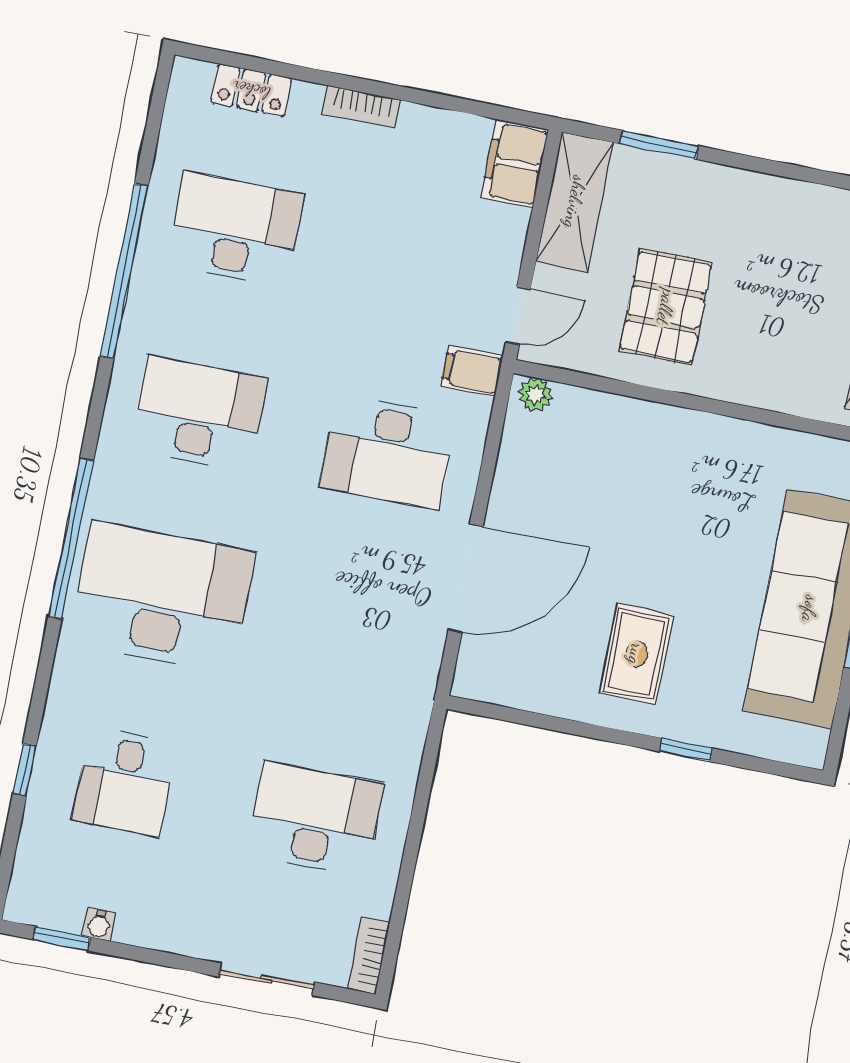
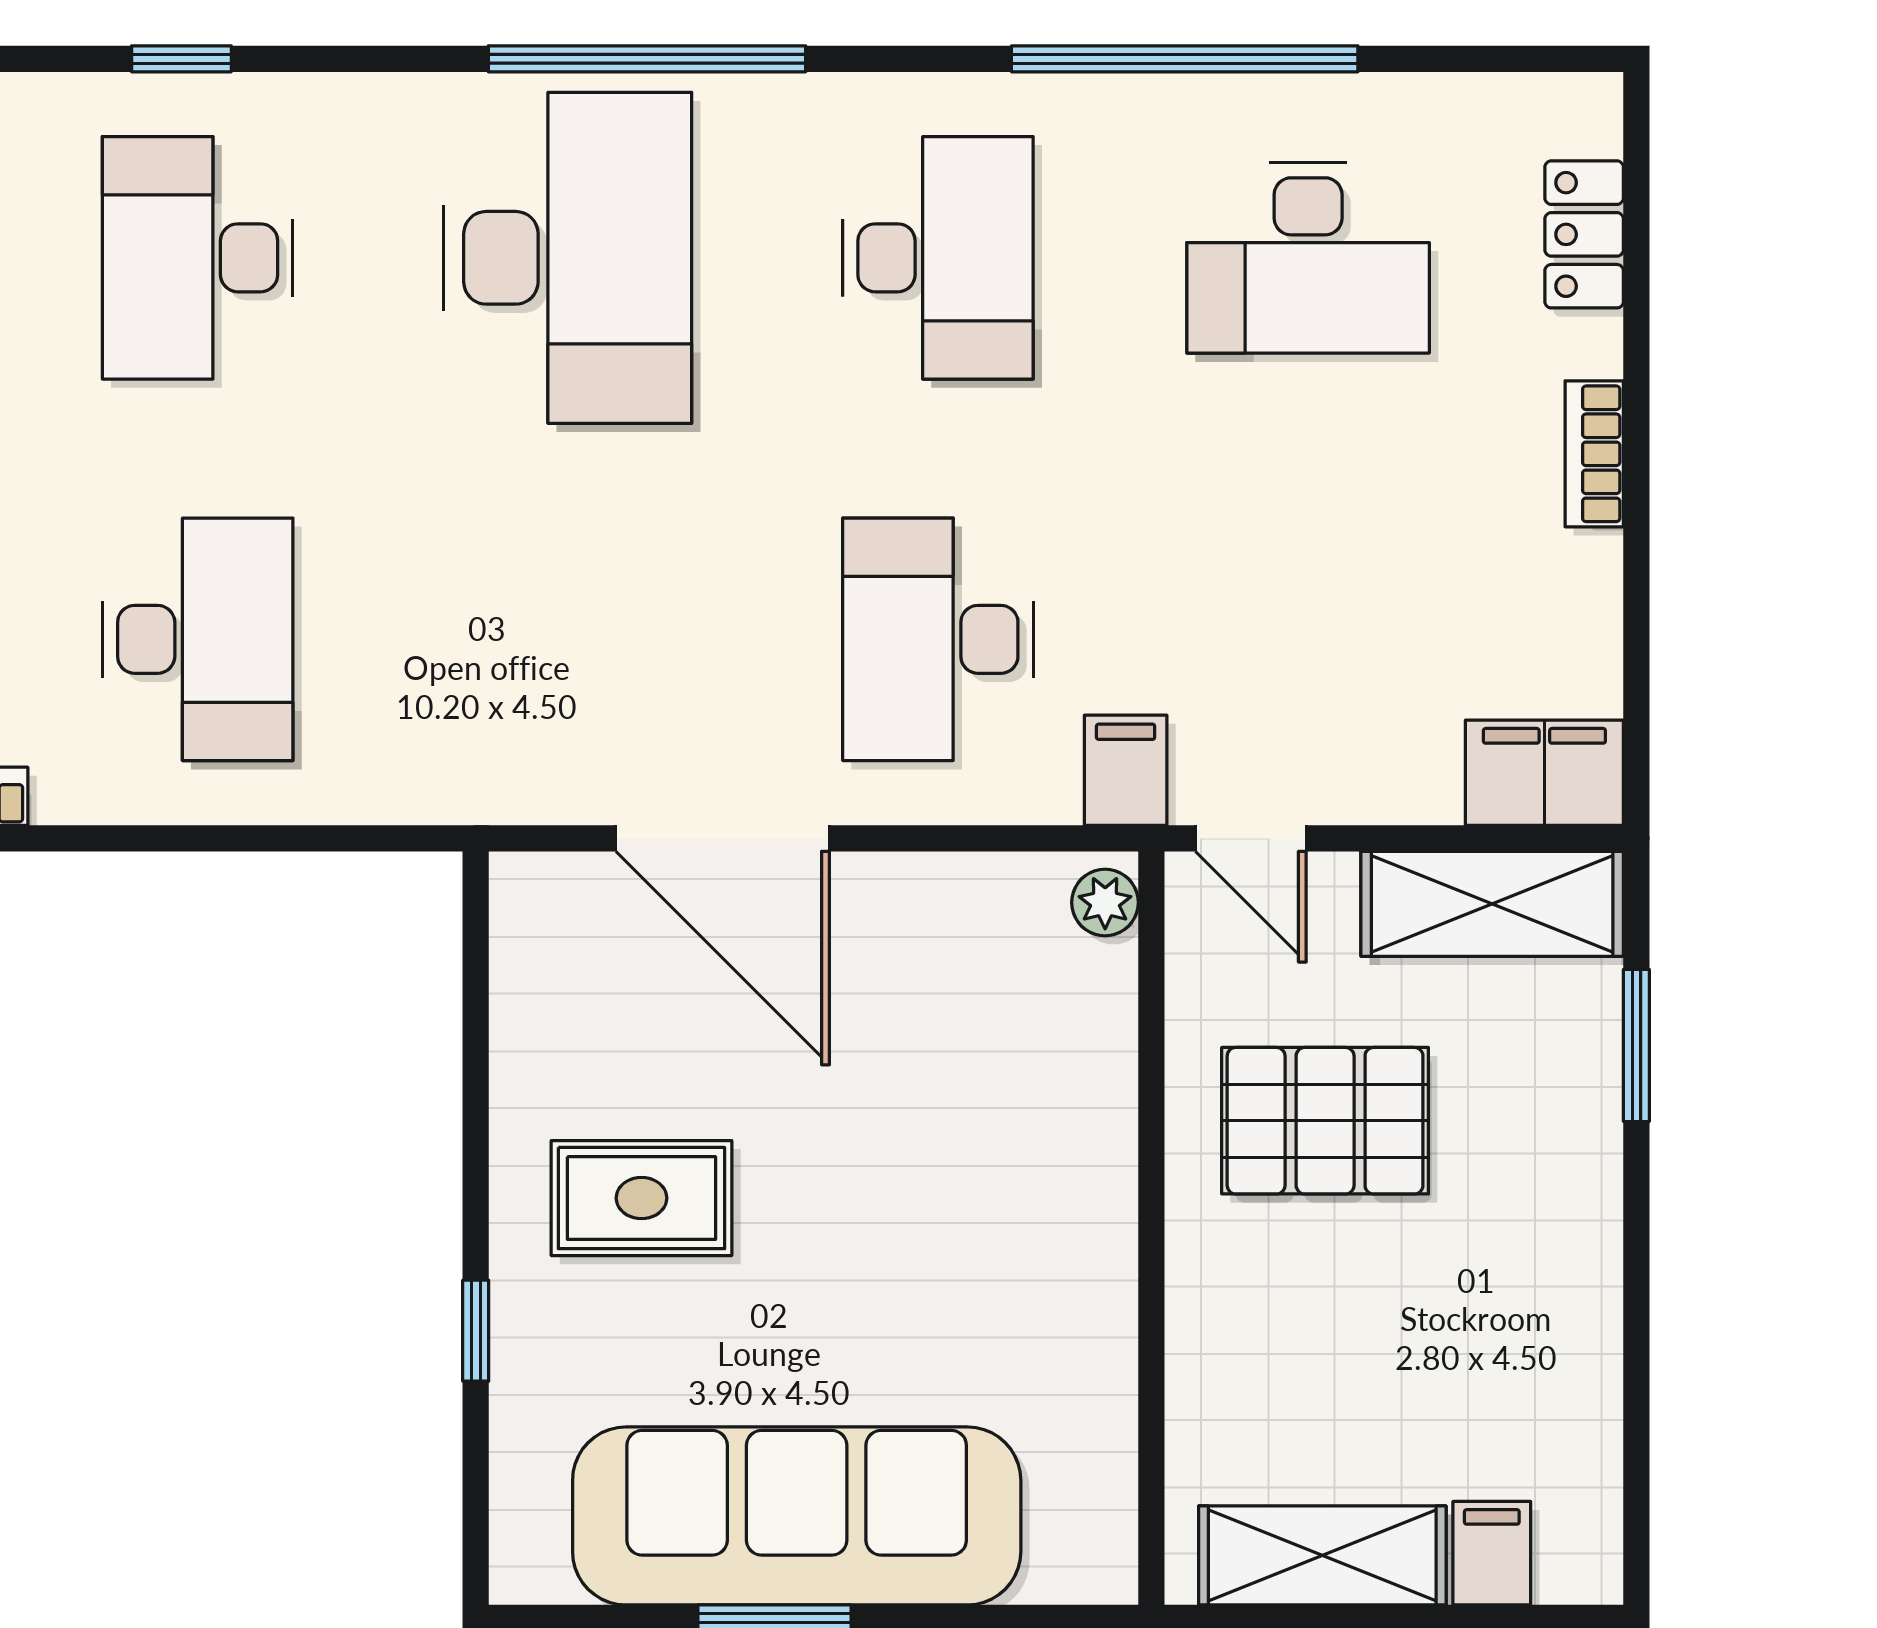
desk: (235, 230) -> (1308, 258), turned 90
desk: (125, 781) -> (198, 258), width x1.37

